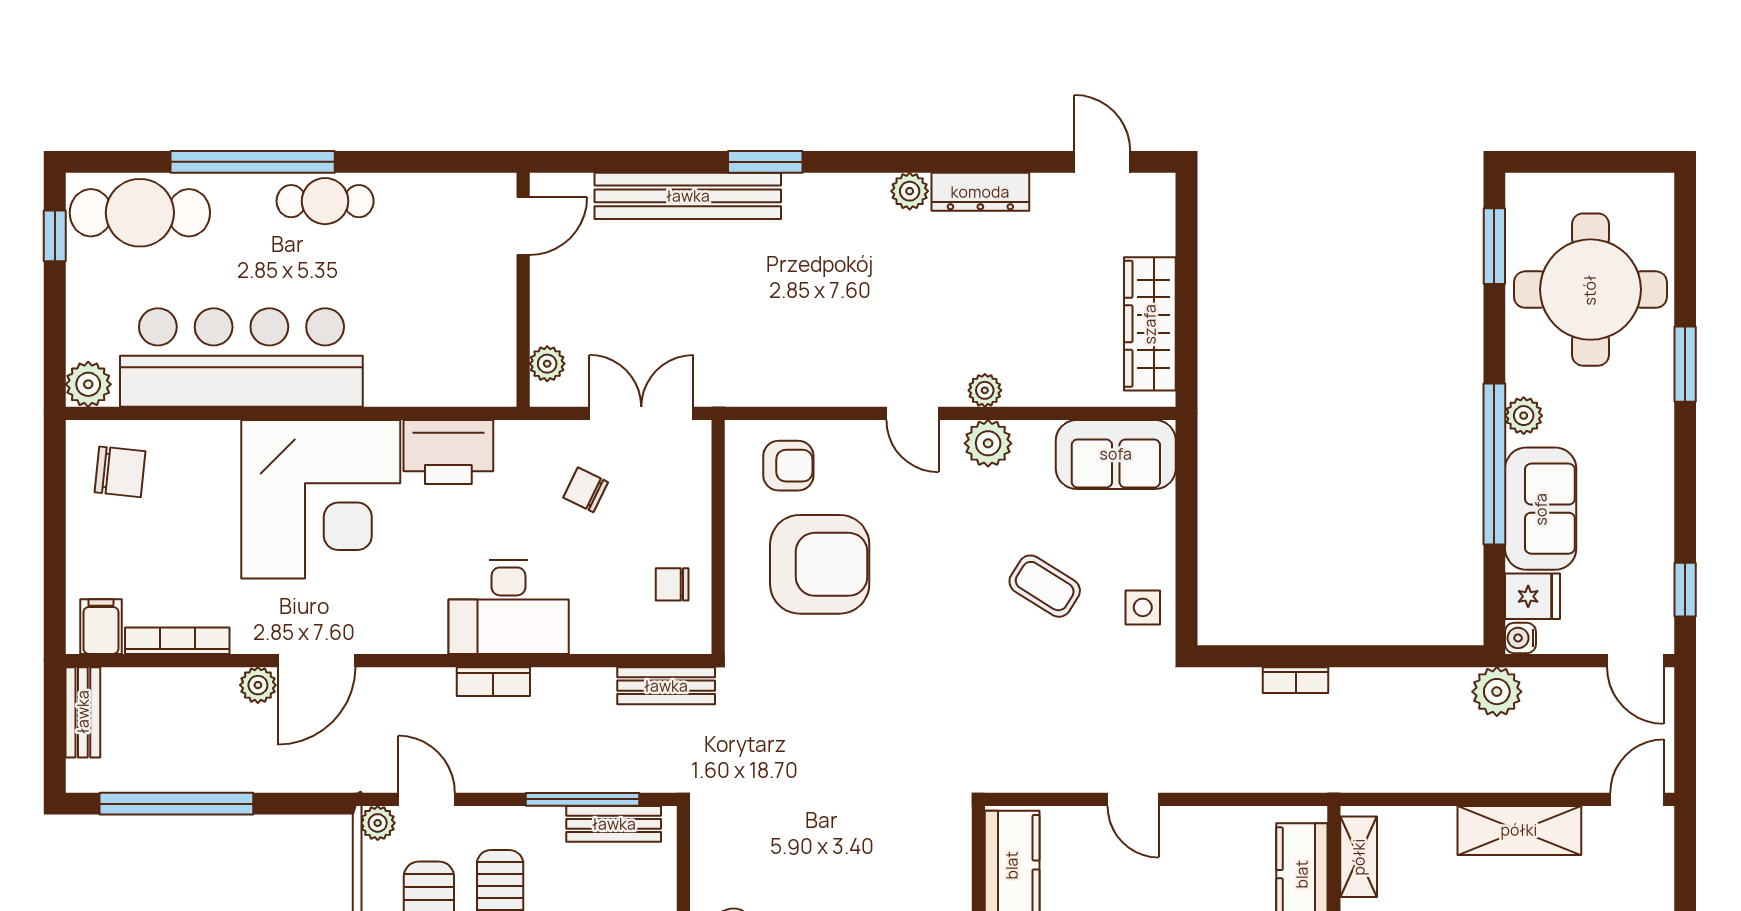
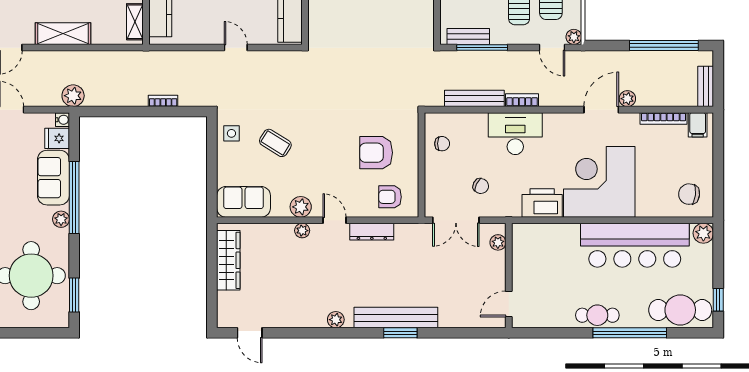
dresser: (980, 192) -> (372, 232), moved, turned 180
bench: (688, 196) -> (396, 318), moved
armchair: (820, 564) -> (376, 153), width x0.73, depth x0.73
bench: (666, 686) -> (474, 98), moved, width x1.36

